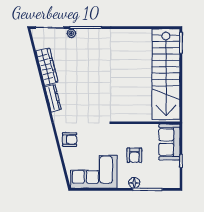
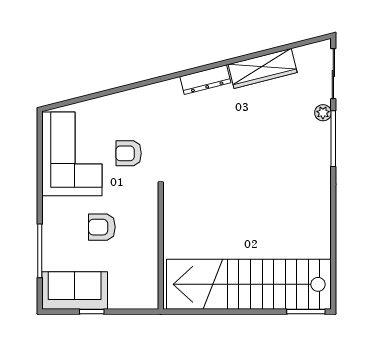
armchair: (70, 140) -> (129, 153), moved, turned 90
sofa: (169, 142) -> (75, 291), moved
floor lamp: (134, 183) -> (52, 227), removed

